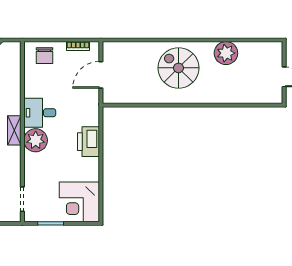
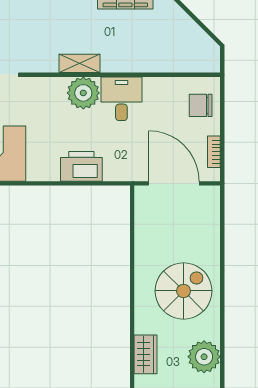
door: (101, 75) -> (174, 183), width x1.36
wardrobe: (224, 95) -> (145, 354), added
shelving: (14, 130) -> (79, 63), moved

